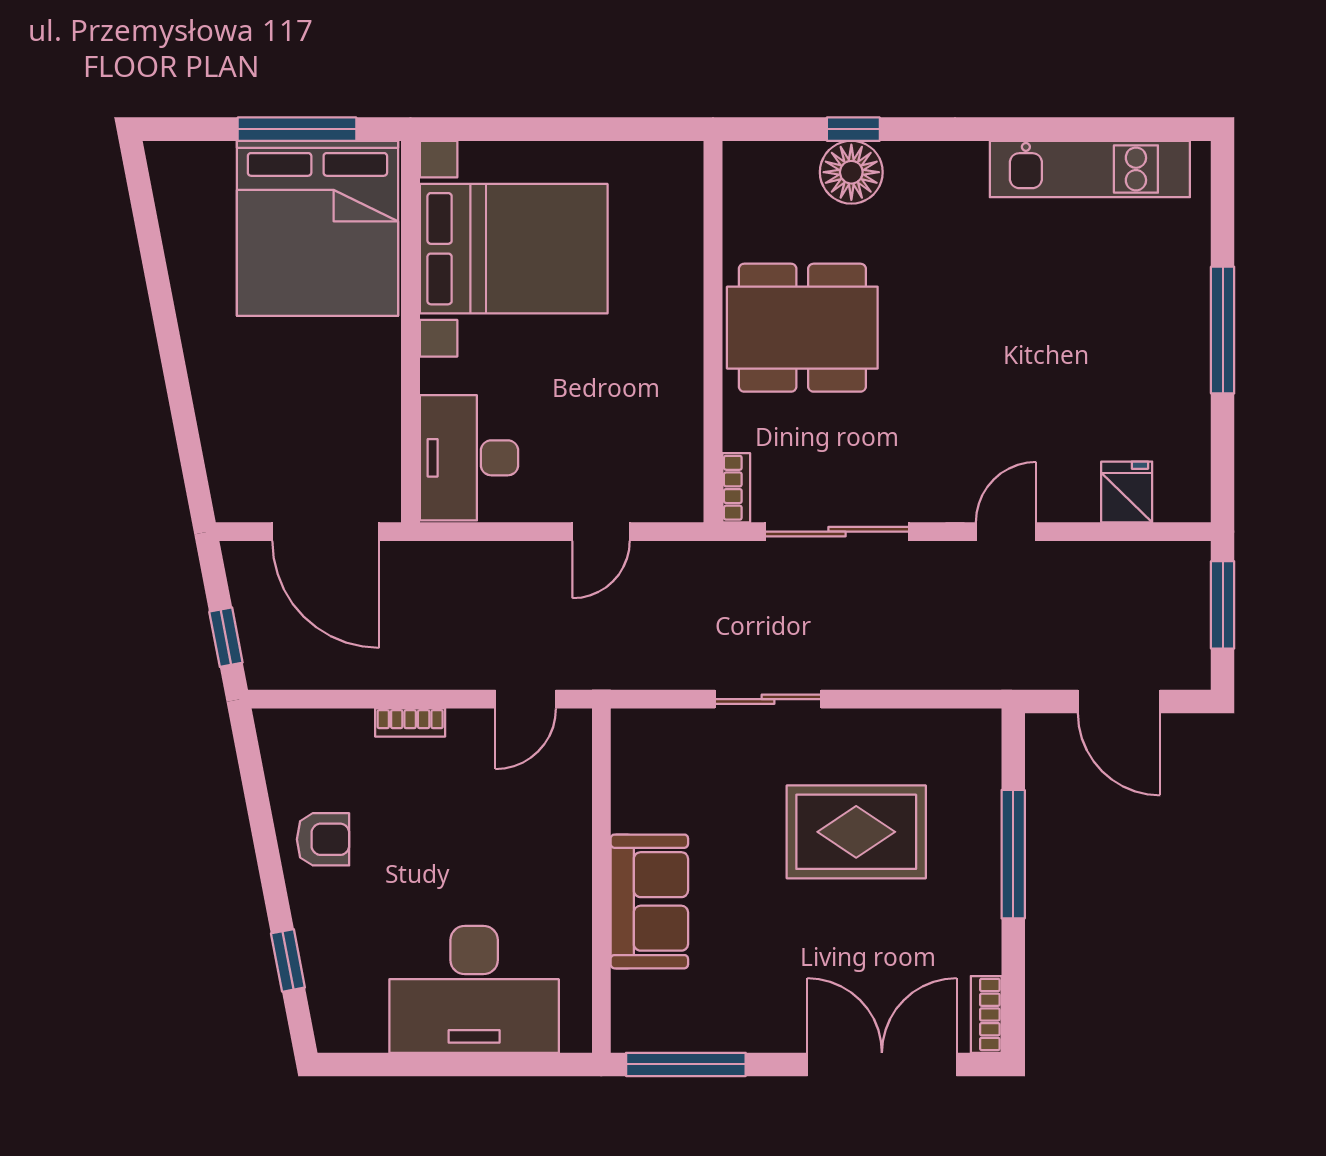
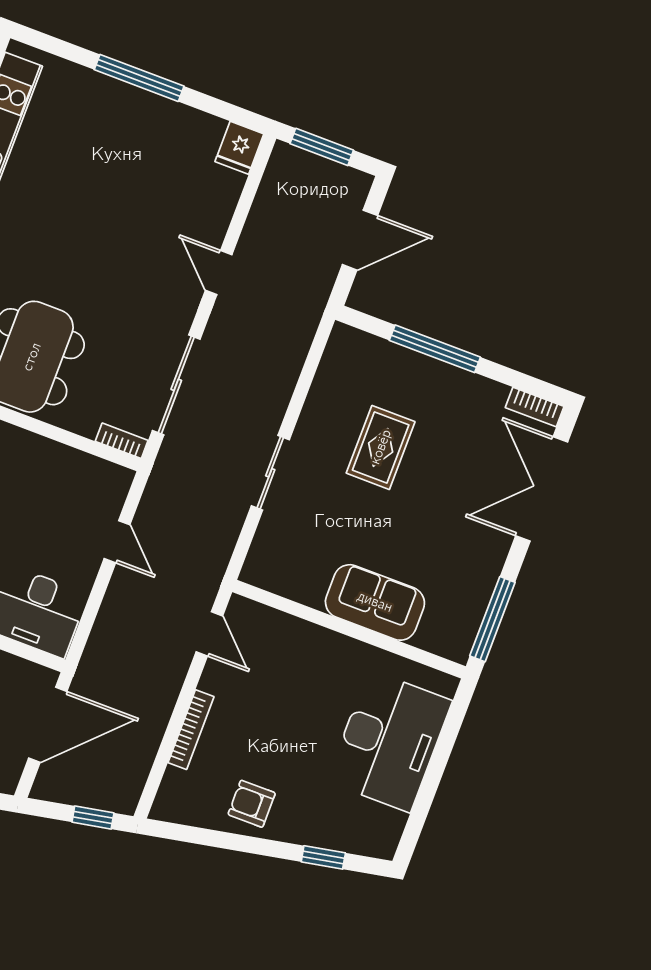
fridge: (1127, 492) -> (239, 148), moved, turned -90
bookcase: (410, 723) -> (191, 730), width x1.56
rug: (856, 832) -> (381, 447), width x0.73, depth x0.70
armchair: (323, 839) -> (252, 804), turned -90

